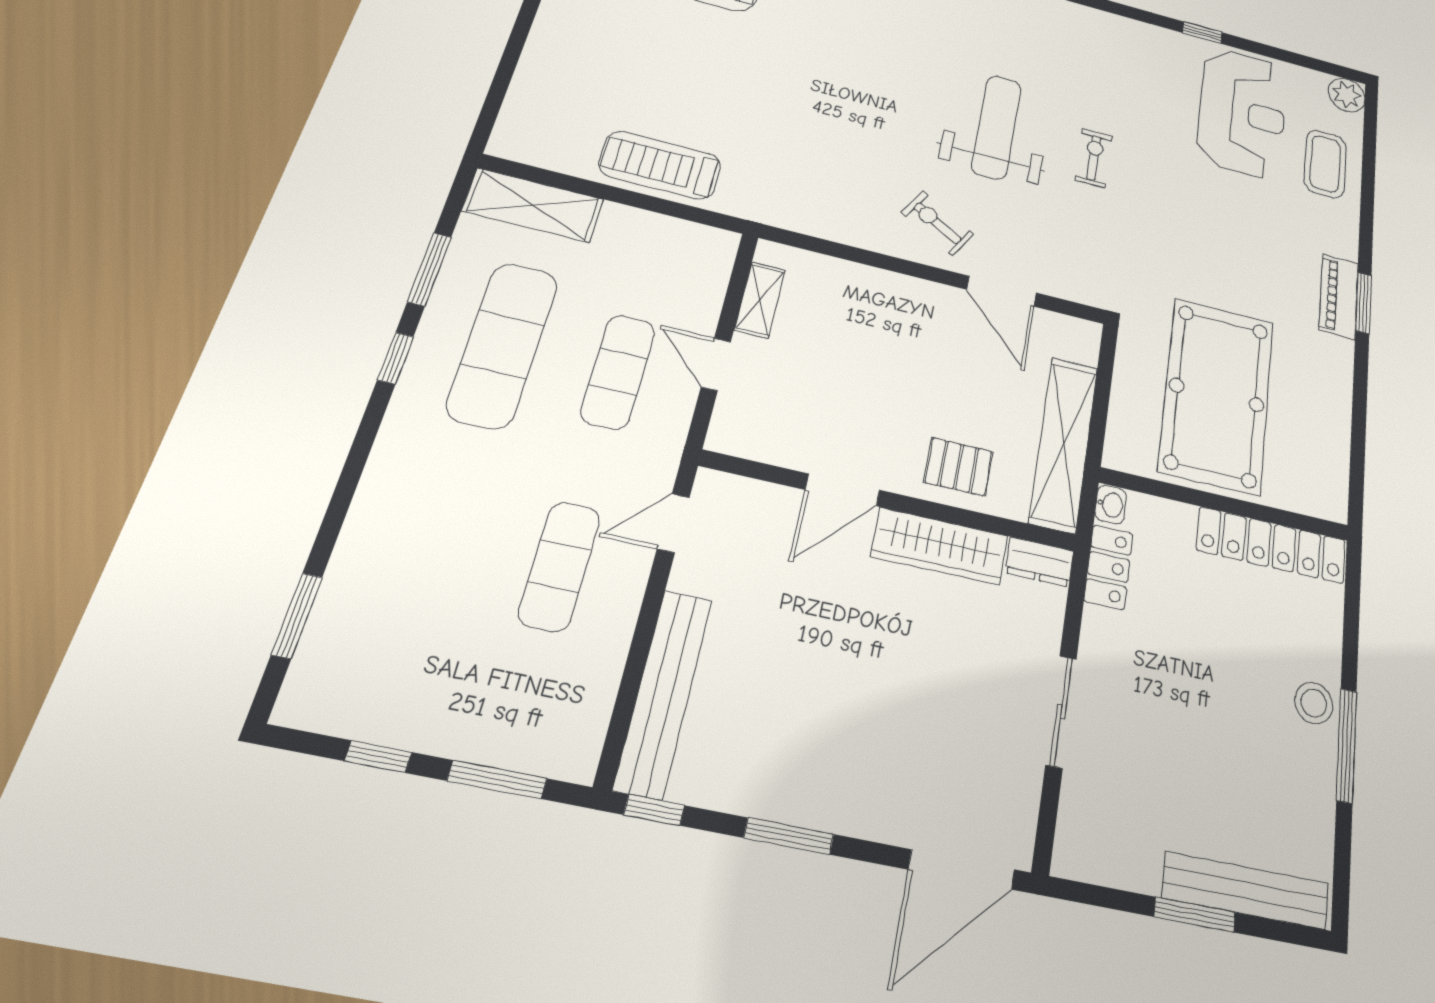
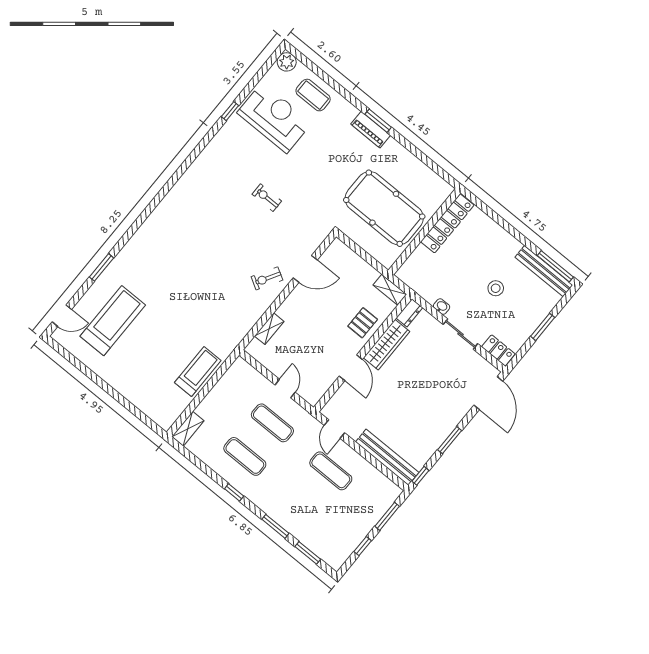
weight bench: (997, 127) -> (236, 231), removed
treadmill: (660, 165) -> (198, 372), turned 180
shelving: (533, 205) -> (188, 429), width x0.67, depth x0.75
window: (429, 269) -> (275, 526), moved
shelving: (760, 300) -> (269, 329), moved, turned 90
exercise mat: (503, 345) -> (245, 456), width x0.73, depth x0.69
door: (716, 364) -> (285, 389), swing flipped
shelving: (1064, 444) -> (390, 290), width x0.45, depth x0.75
washbasin: (1111, 505) -> (442, 307), moved
locker: (1109, 567) -> (498, 350), moved
stool: (1314, 703) -> (496, 288), moved
window: (1347, 745) -> (555, 266), moved
bench: (1246, 891) -> (544, 271), moved, turned 90

